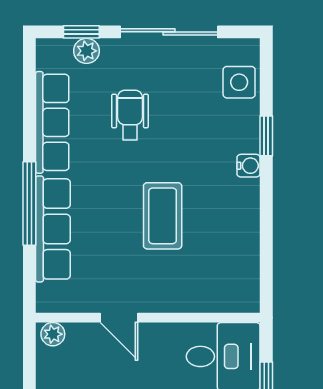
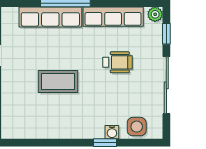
plant: (86, 51) -> (155, 14), moved
water cooler: (248, 166) -> (112, 132), moved

